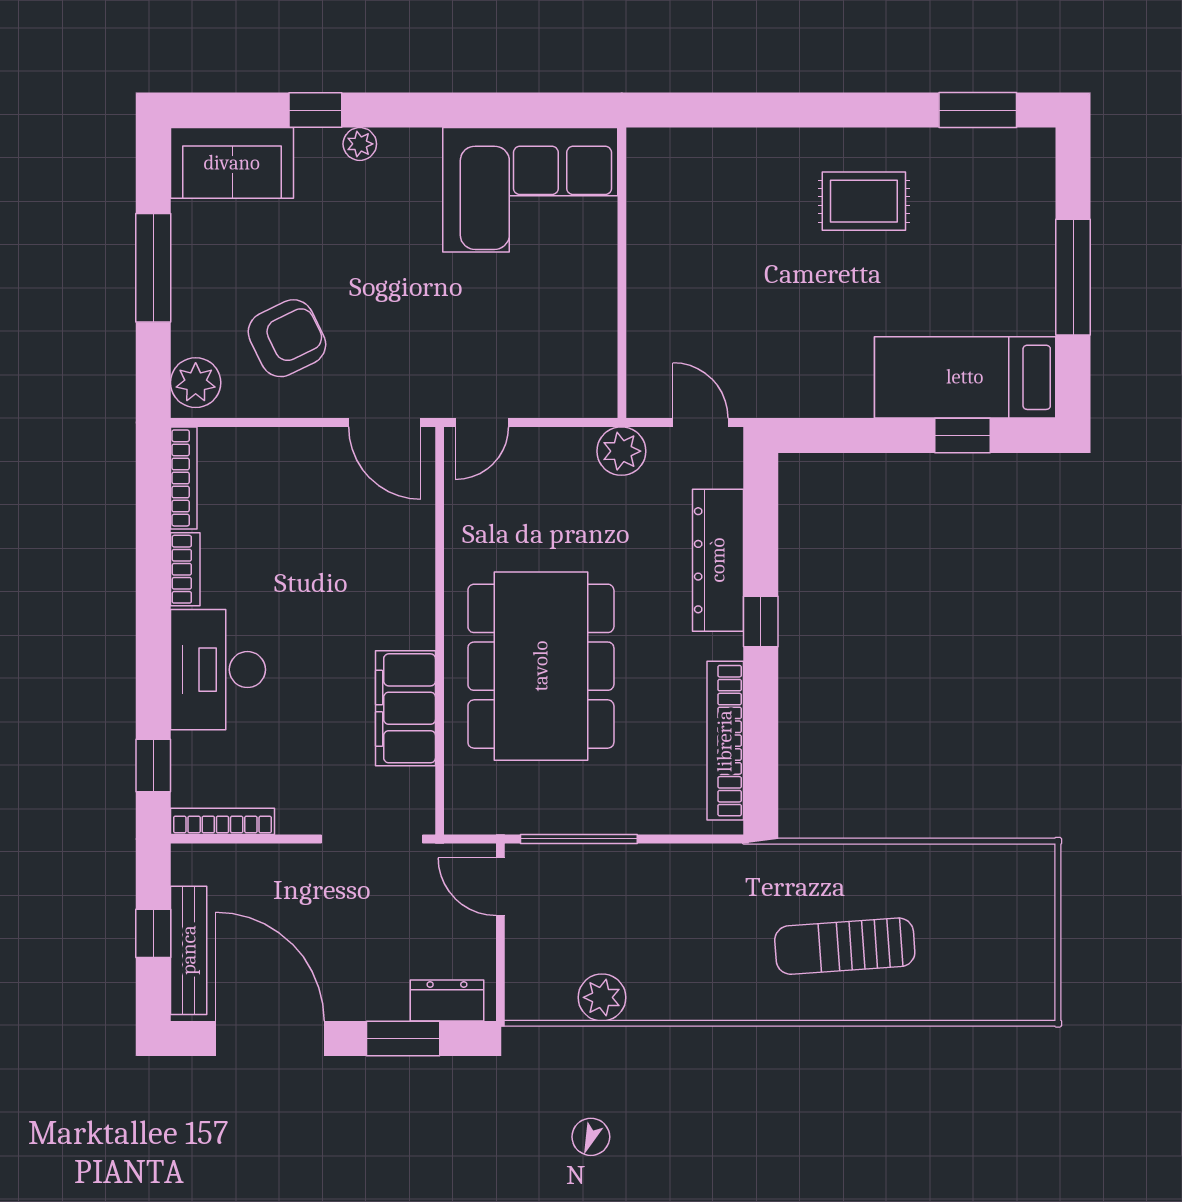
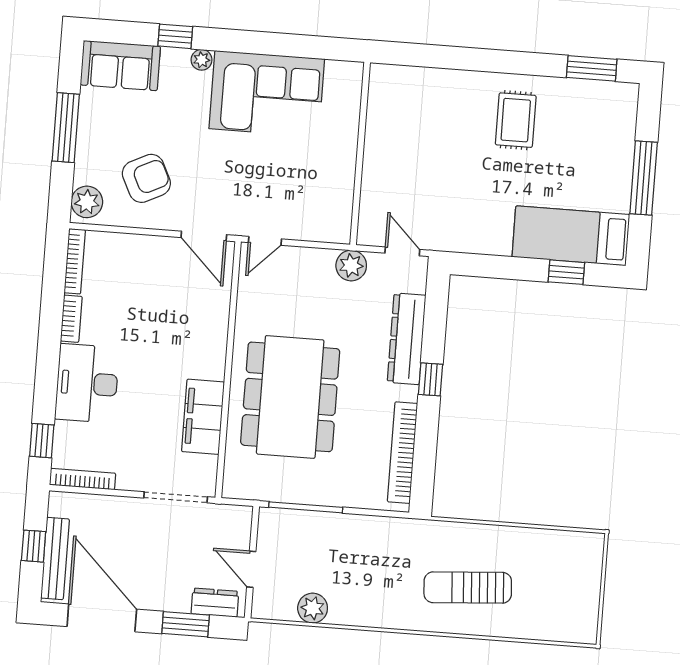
corner sofa: (530, 190) -> (267, 94), moved
rug: (864, 201) -> (516, 120), turned 90
door: (500, 887) -> (251, 569), moved

